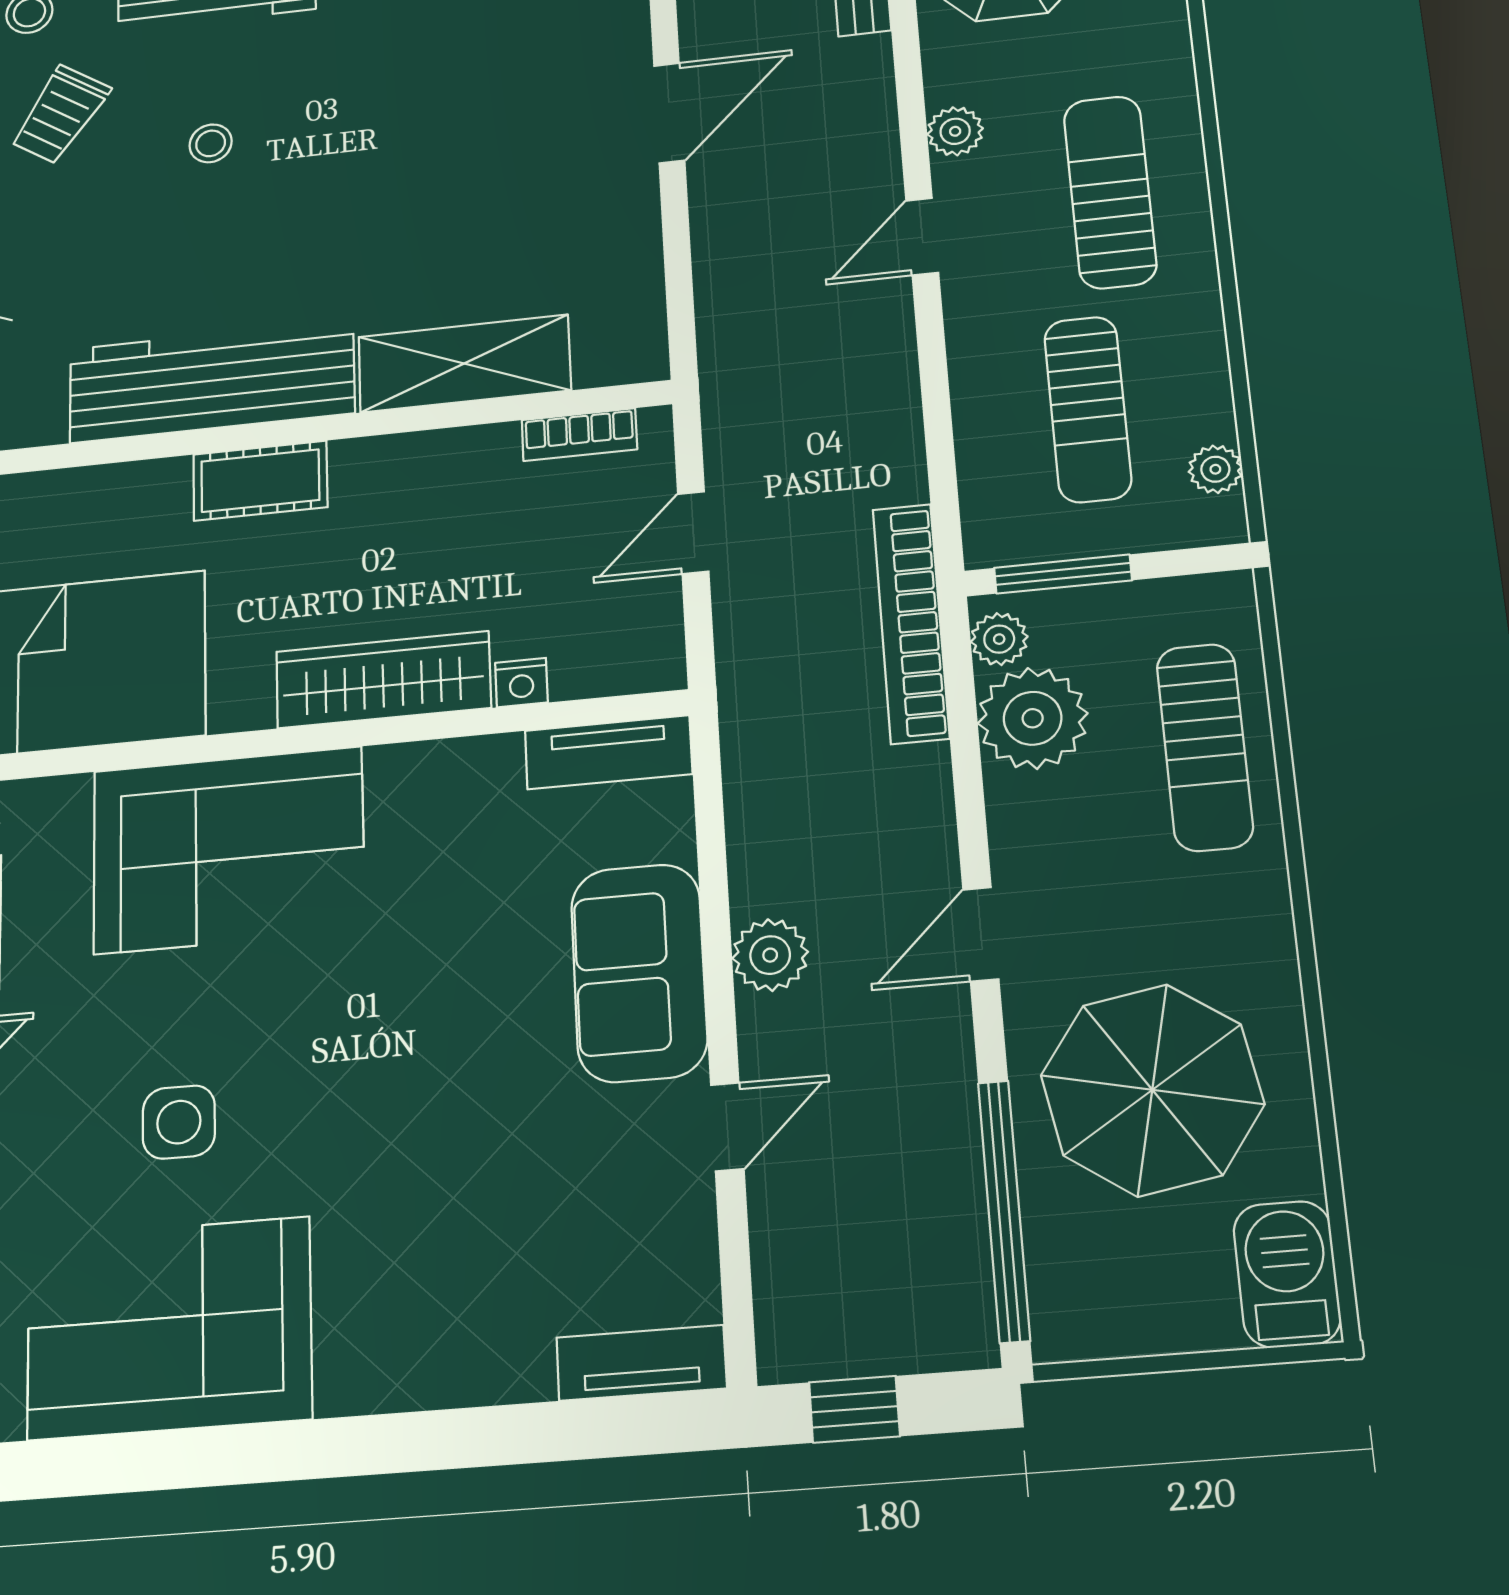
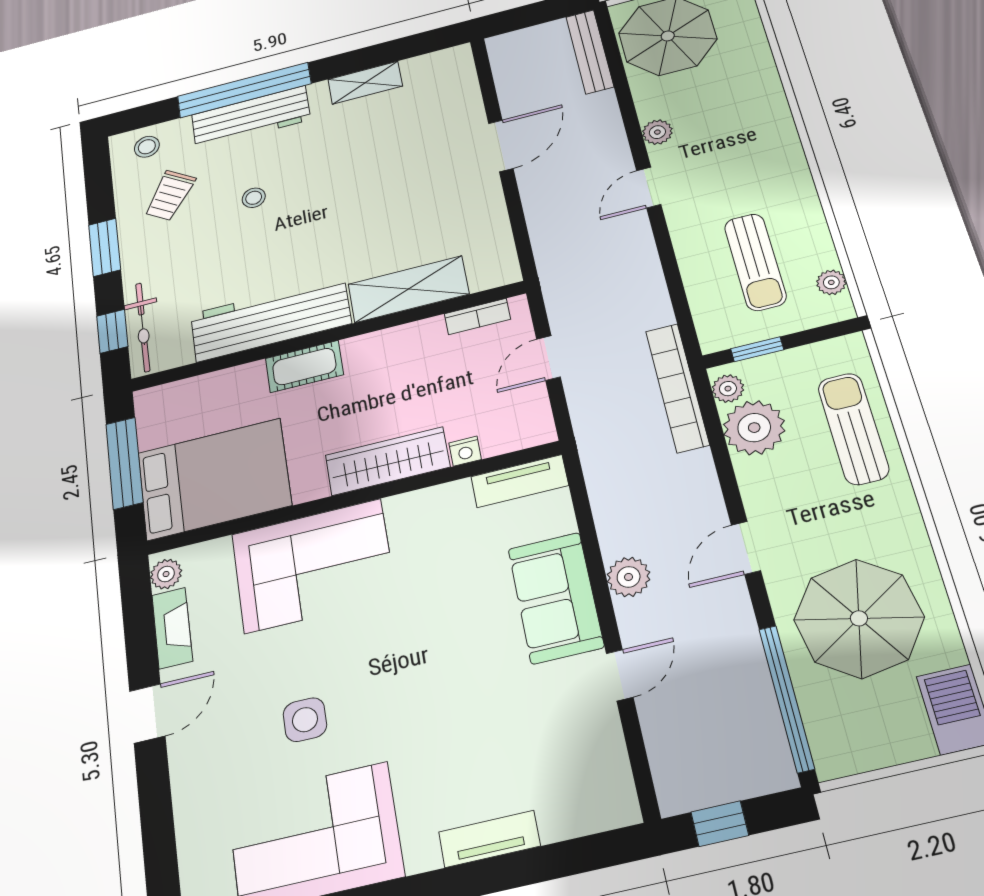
sun lounger: (1110, 192) -> (747, 150), removed
window: (1063, 574) -> (757, 349), width x0.67
sun lounger: (1205, 747) -> (853, 428), turned 180
tv unit: (641, 1363) -> (489, 839), moved

